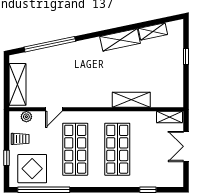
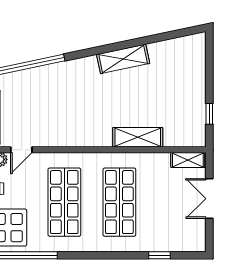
shelving: (153, 31) -> (166, 48), removed
window: (186, 57) -> (209, 114), moved
door: (54, 109) -> (21, 150), moved

